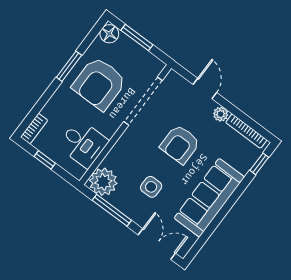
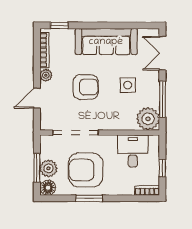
plant: (128, 48) -> (48, 168), added
armchair: (99, 83) -> (86, 170), turned 180

